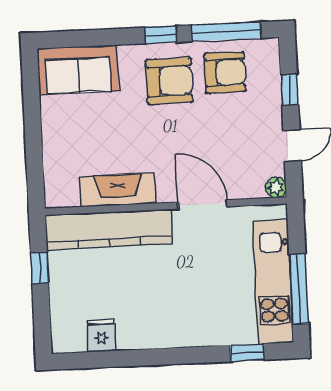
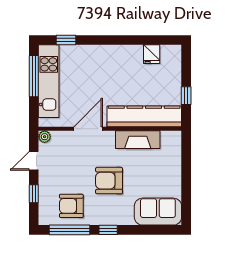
armchair: (169, 81) -> (109, 181), moved
door: (203, 204) -> (88, 129), swing flipped

